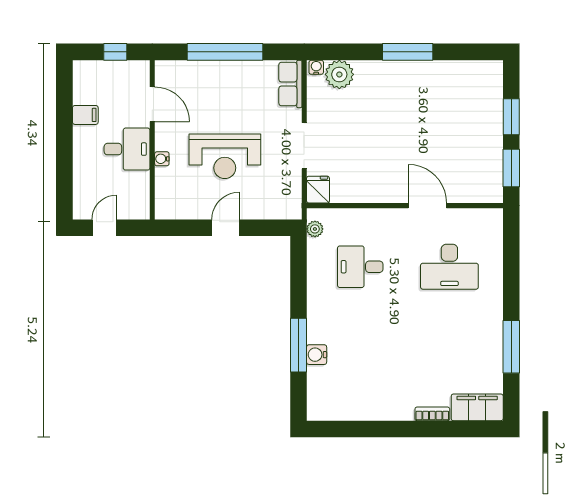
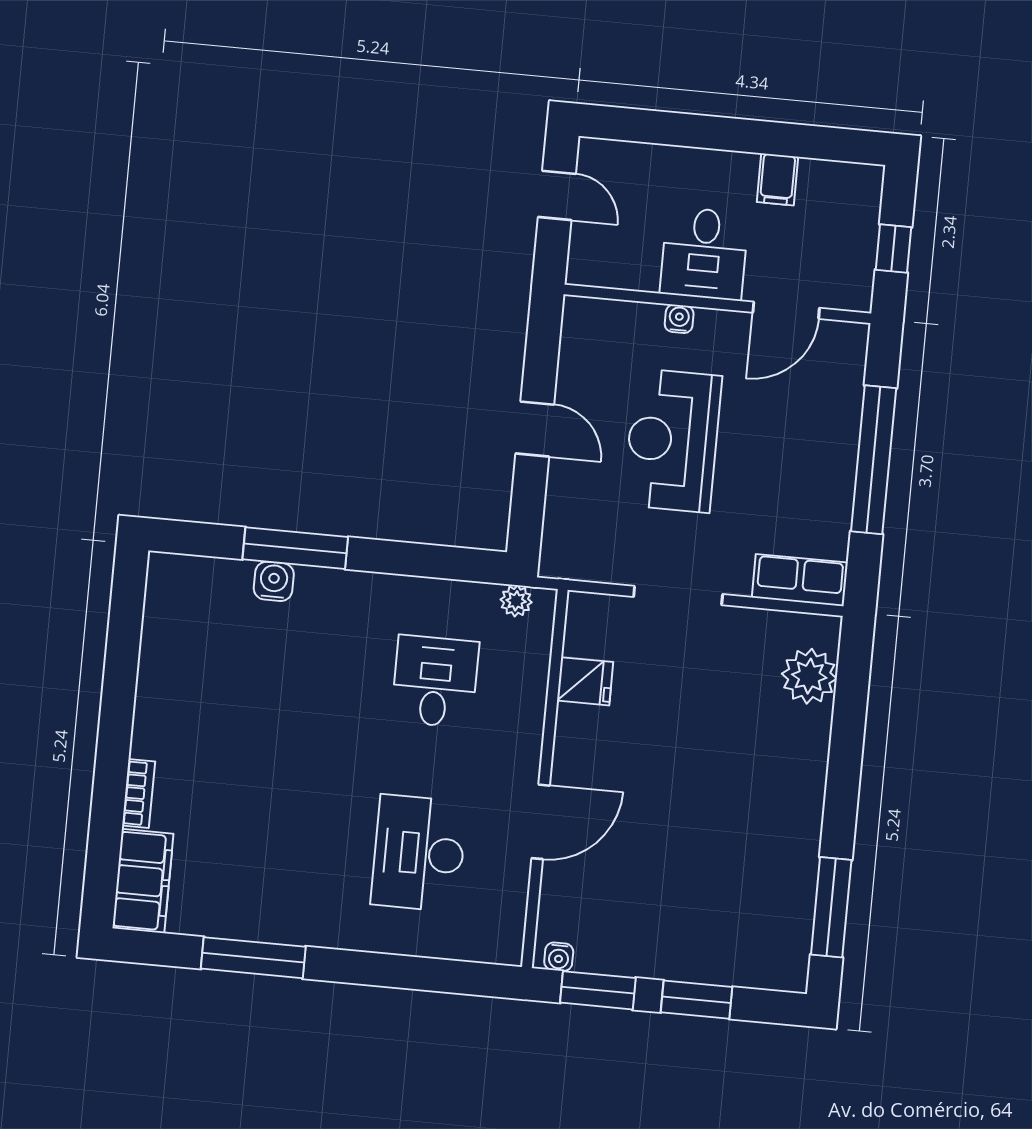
window: (408, 52) -> (831, 907), moved
water cooler: (316, 67) -> (559, 957), moved, turned 90
fridge: (318, 190) -> (585, 681), moved

